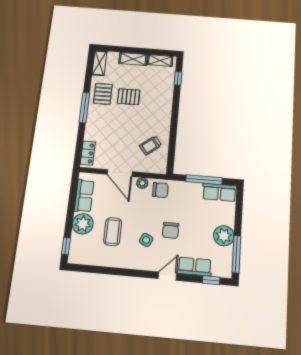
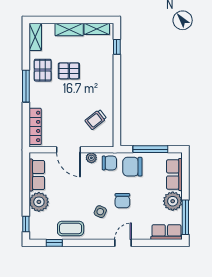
locker: (88, 153) -> (35, 126), width x1.53
row of seats: (219, 192) -> (174, 174), moved, turned 90
chair: (184, 196) -> (132, 167), added
coffee table: (113, 232) -> (71, 229), moved, turned 90
row of seats: (195, 267) -> (166, 232), moved
window: (211, 280) -> (54, 243), moved

